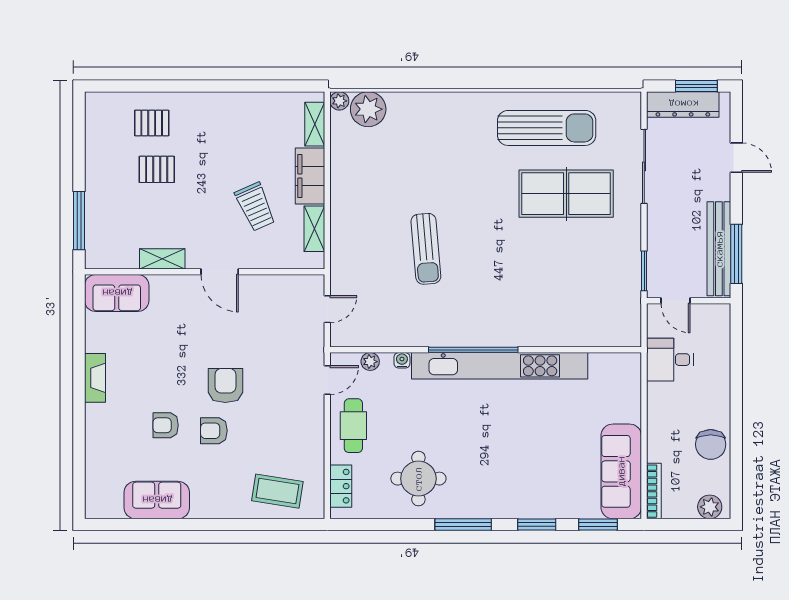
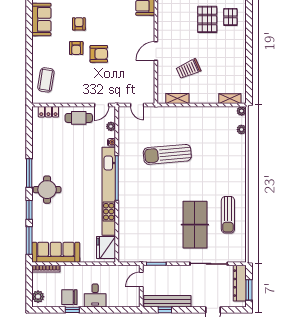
plant: (368, 109) -> (241, 130), width x0.53, depth x0.53
sun lounger: (547, 128) -> (228, 215), width x0.73, depth x0.75
pallet: (157, 169) -> (207, 19), width x1.50, depth x1.42
filing cabinet: (310, 176) -> (204, 96), removed
sun lounger: (426, 249) -> (167, 154), width x1.36, depth x1.34
window: (736, 254) -> (165, 310), width x0.46
shelving: (162, 259) -> (162, 22), removed
desk: (670, 360) -> (95, 295), moved, turned 180
fridge: (612, 371) -> (106, 247), added
door: (327, 380) -> (102, 105), hinge flipped
armchair: (214, 431) -> (76, 48), turned 180
window: (736, 439) -> (72, 310), added
round table: (418, 479) -> (47, 190), moved
window: (598, 524) -> (29, 241), width x1.44

